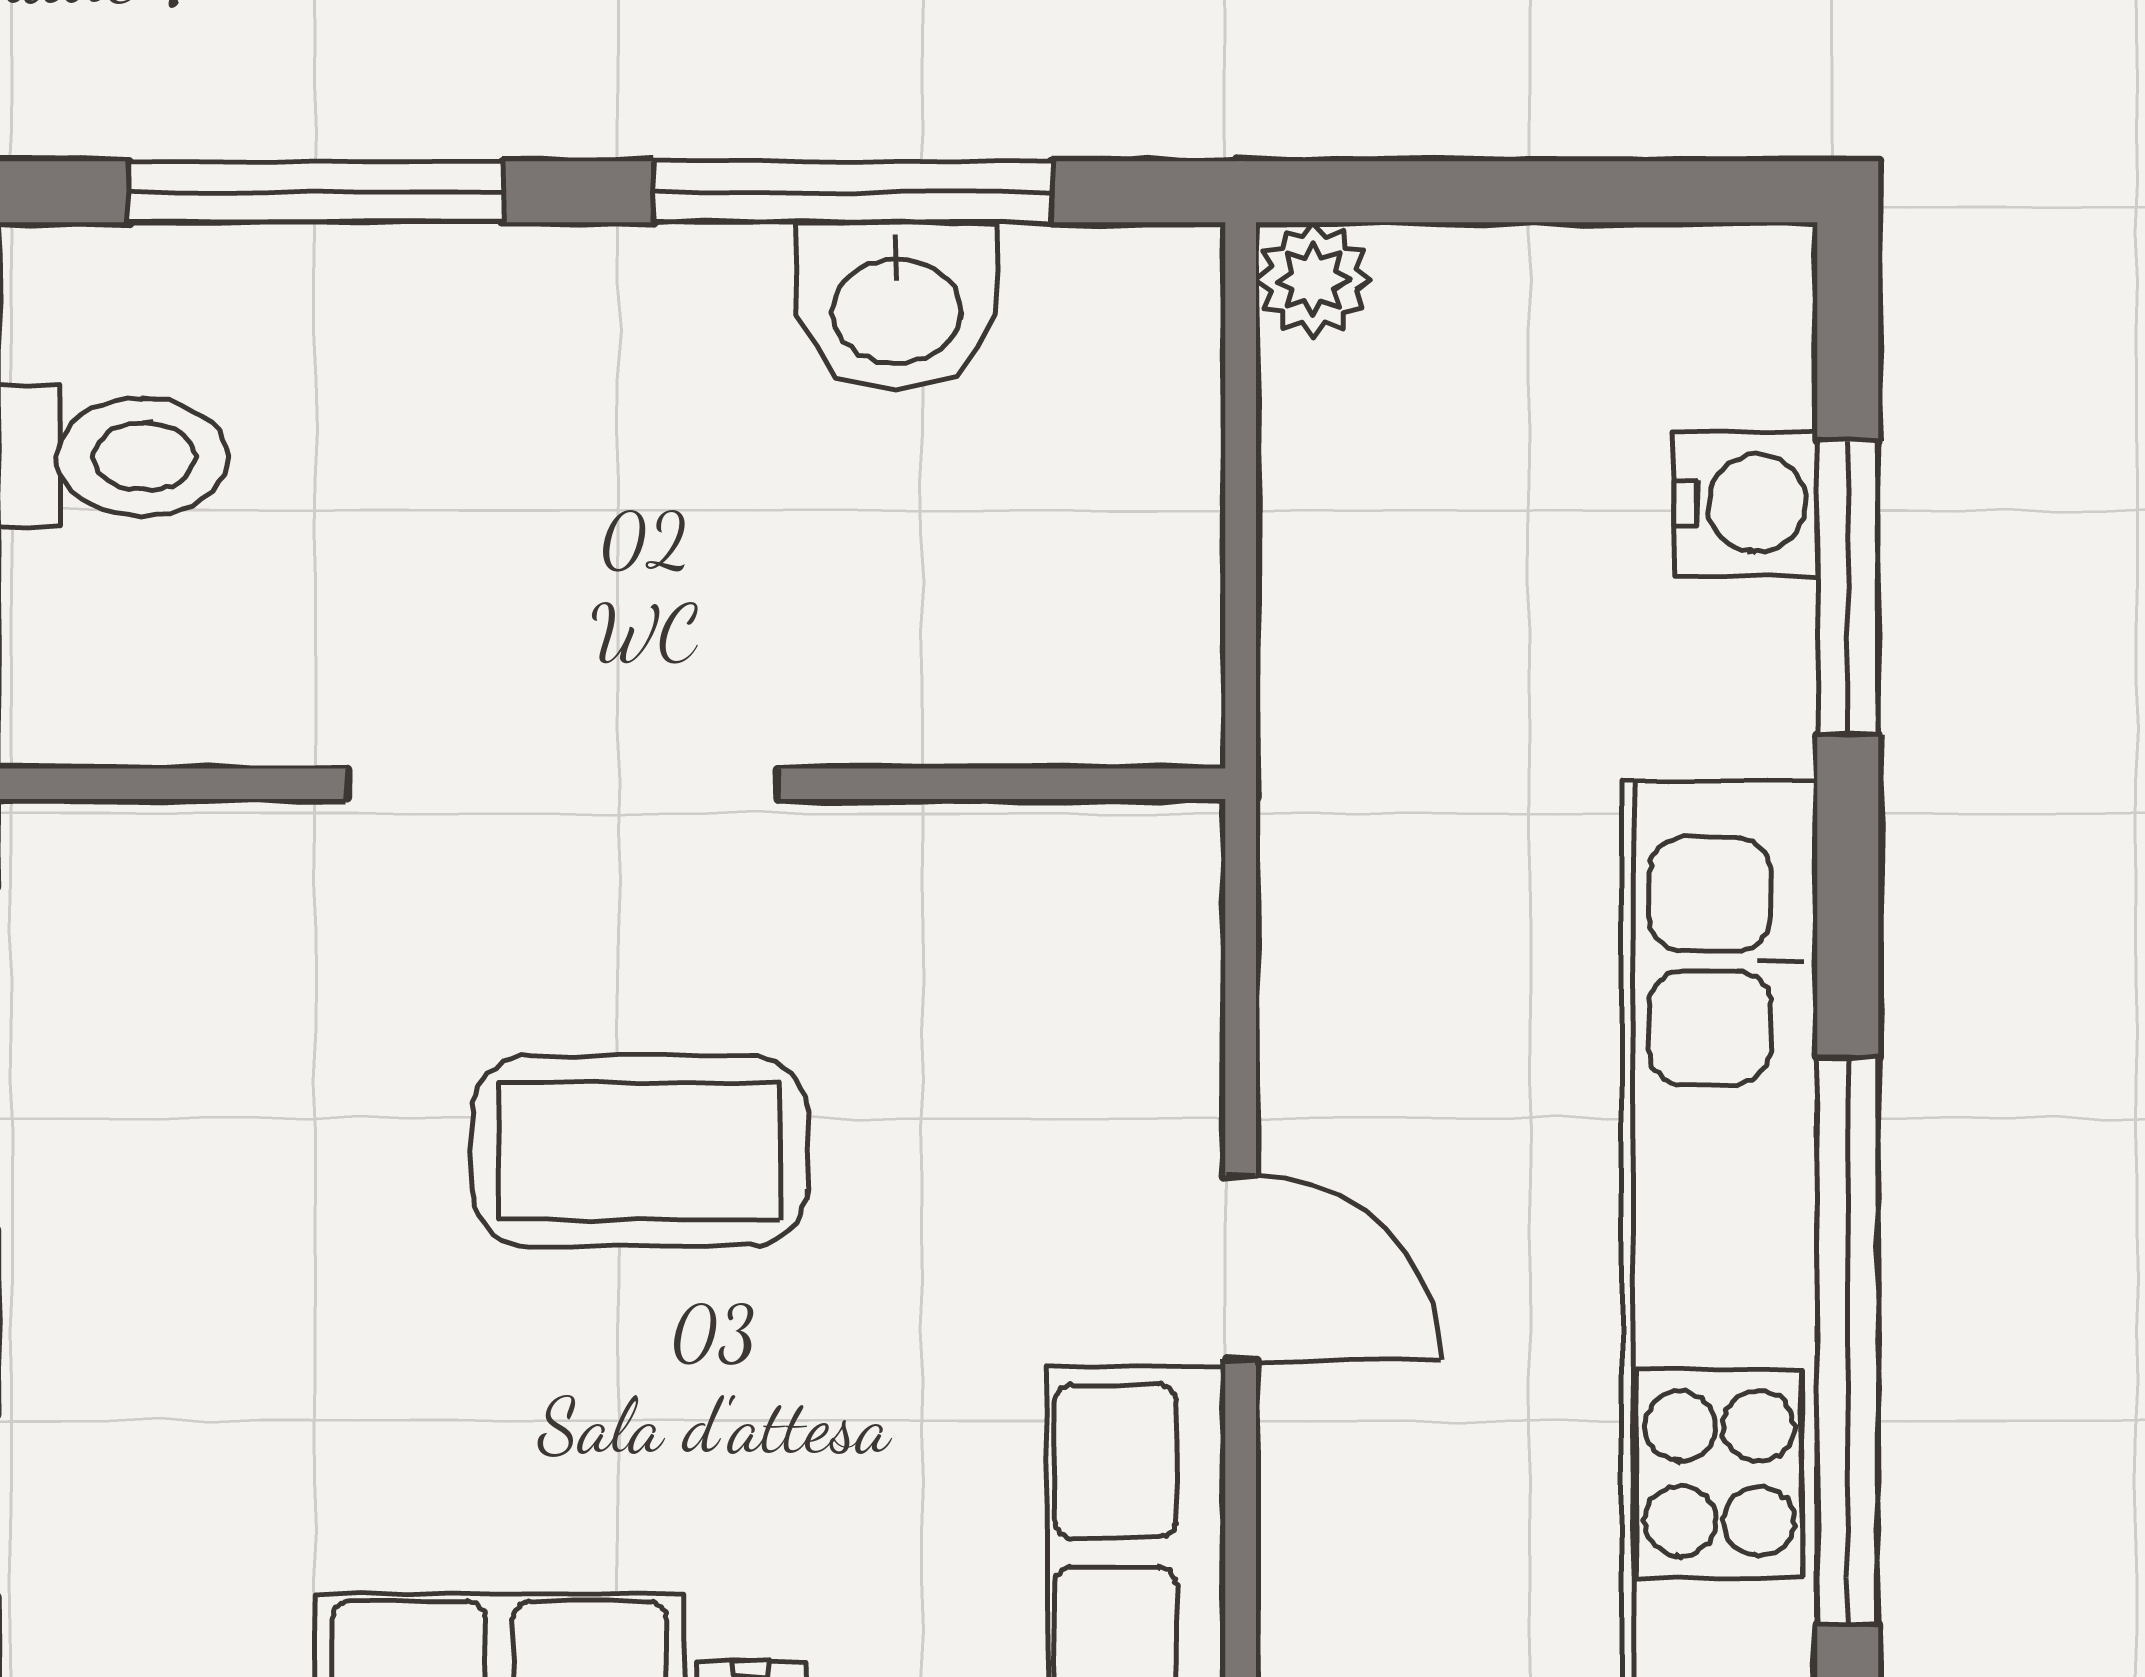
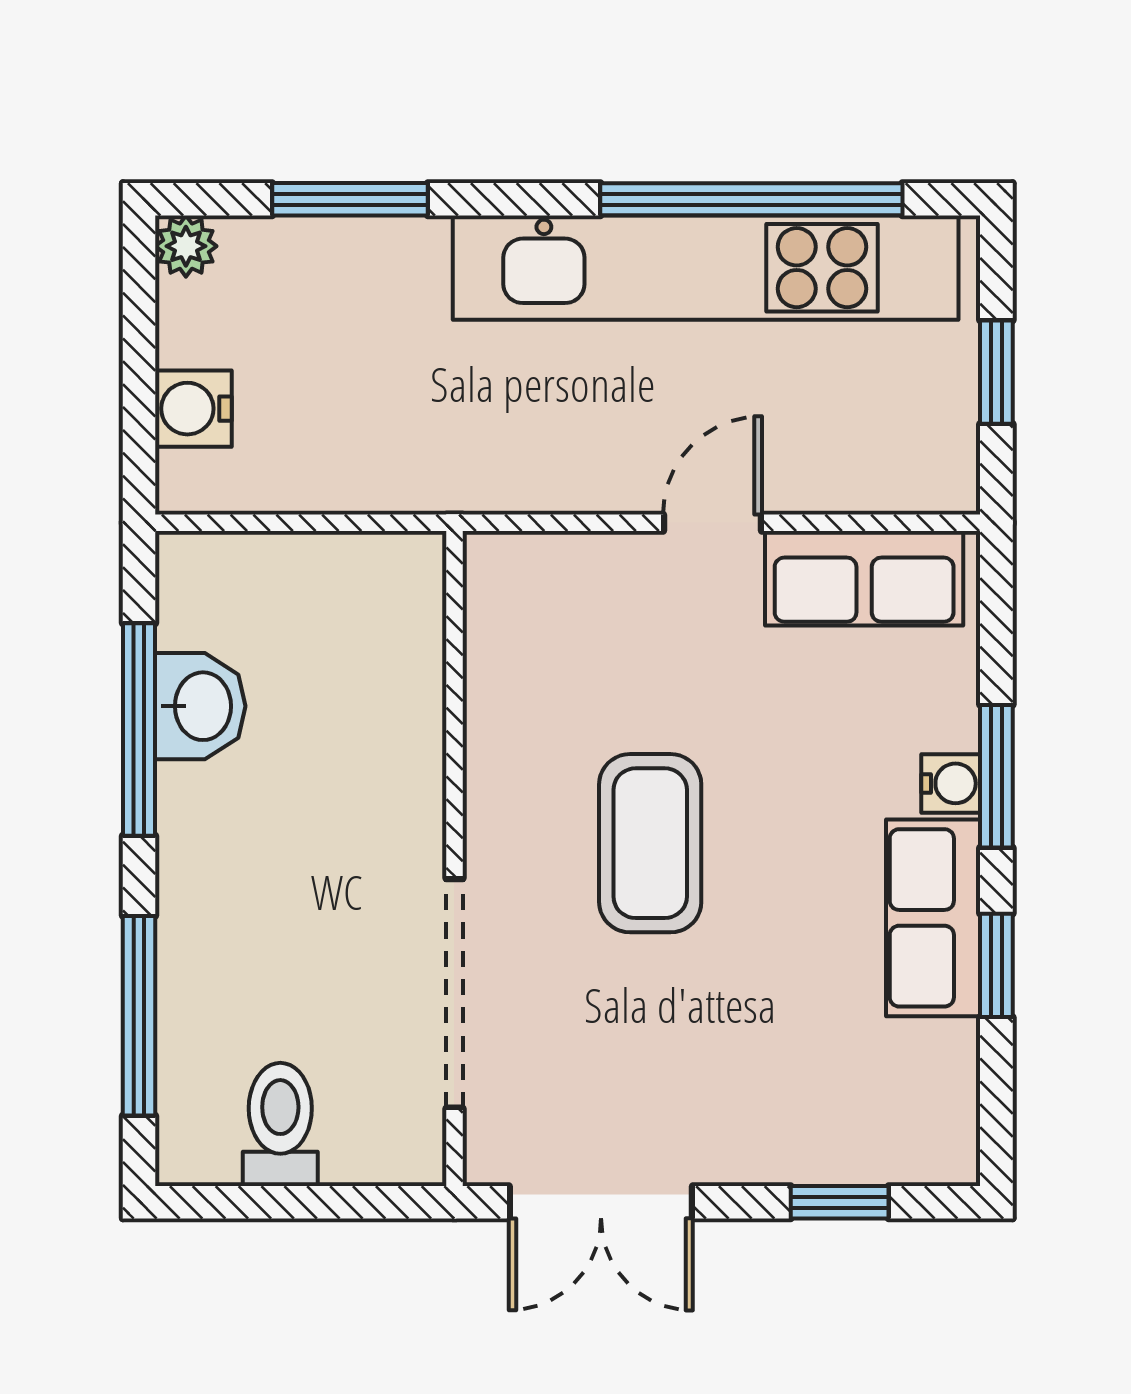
plant: (1314, 280) -> (186, 246), moved
water cooler: (1746, 503) -> (193, 409), moved, turned -90
doorway: (562, 784) -> (454, 993), moved

